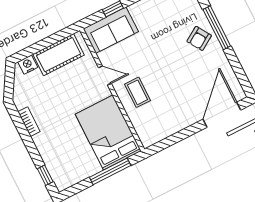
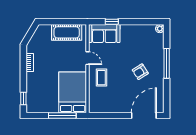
armchair: (199, 38) -> (140, 72), moved
nightstand: (28, 65) -> (46, 29), removed

